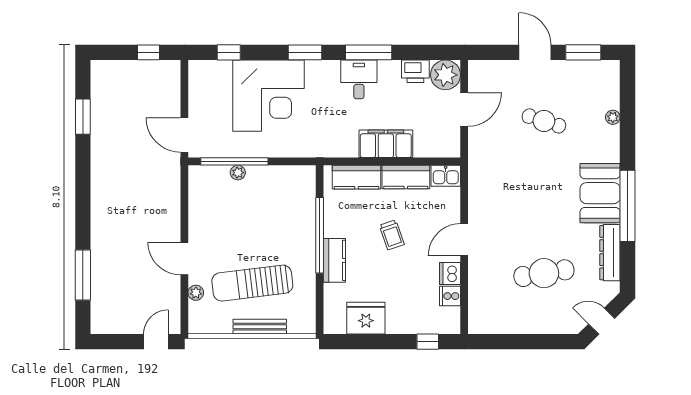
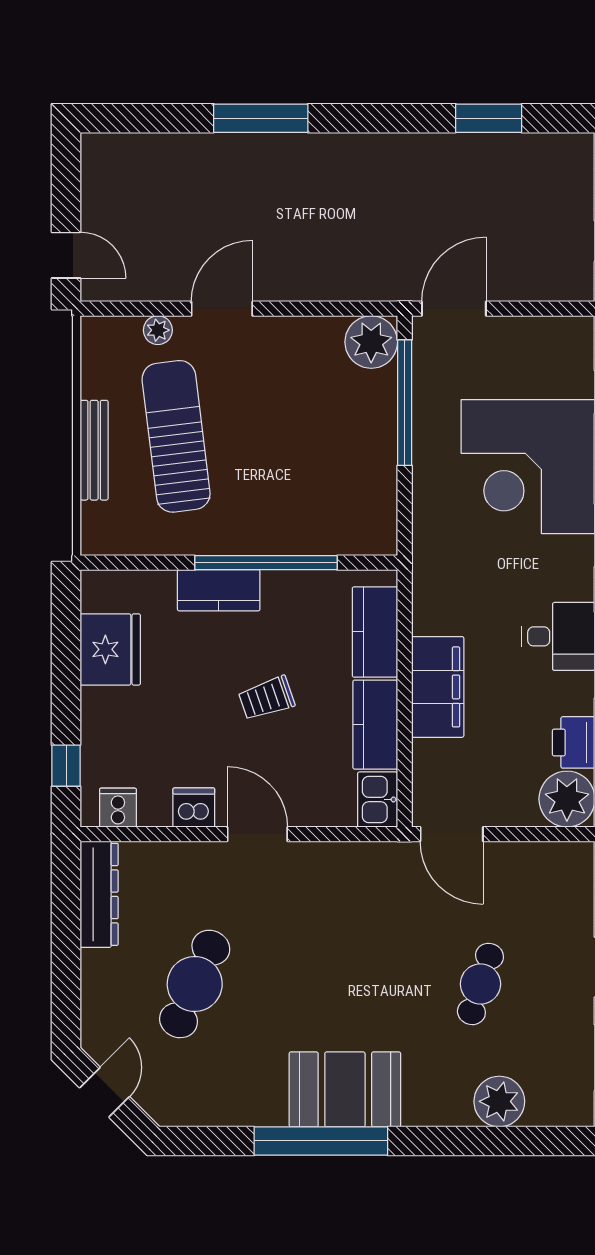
door: (464, 109) -> (452, 834), moved
plant: (613, 117) -> (499, 1101), width x1.88, depth x1.88
plant: (238, 173) -> (371, 342), moved, width x1.87, depth x1.87
dresser: (610, 253) -> (99, 894), moved, turned 90
cafe table: (544, 273) -> (195, 984), turned 33
window: (83, 275) -> (261, 118), moved
cooker: (450, 296) -> (118, 808), moved

